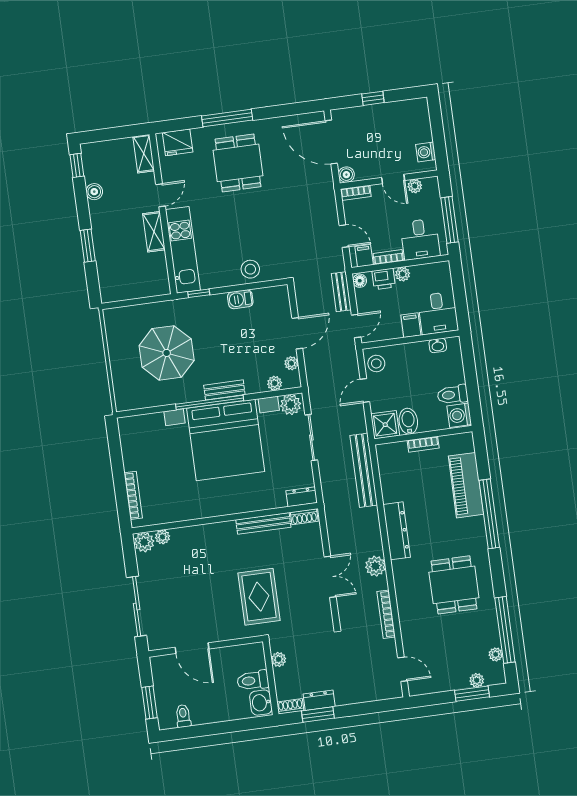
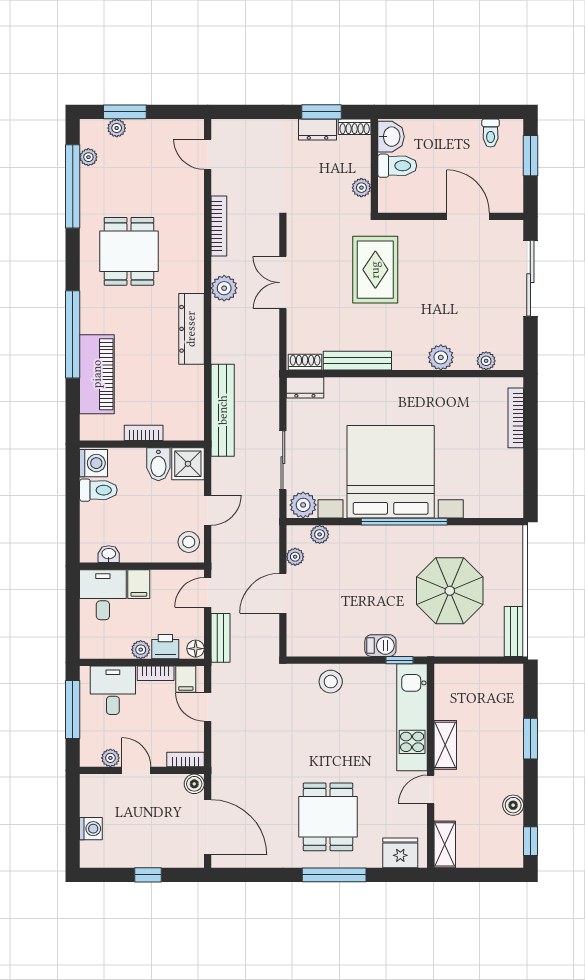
washing machine: (426, 152) -> (91, 829), moved
barbecue: (240, 299) -> (380, 646), moved
bench: (224, 390) -> (514, 631), moved, turned 90
plant: (144, 542) -> (441, 357), moved

